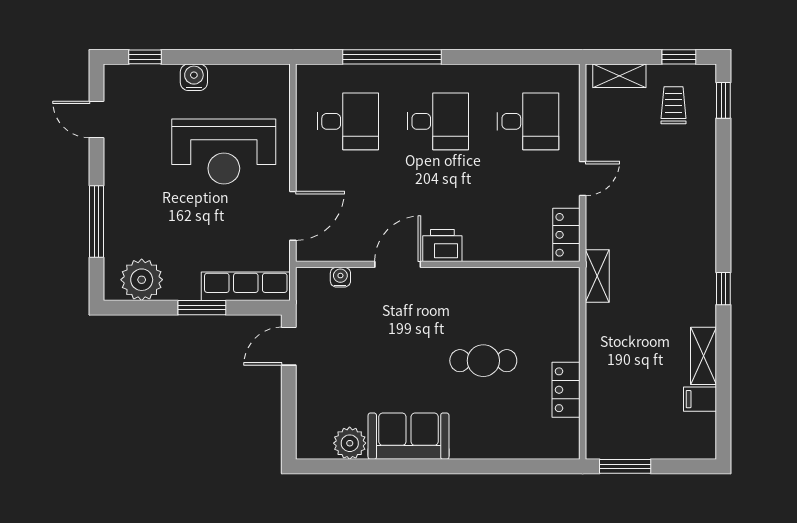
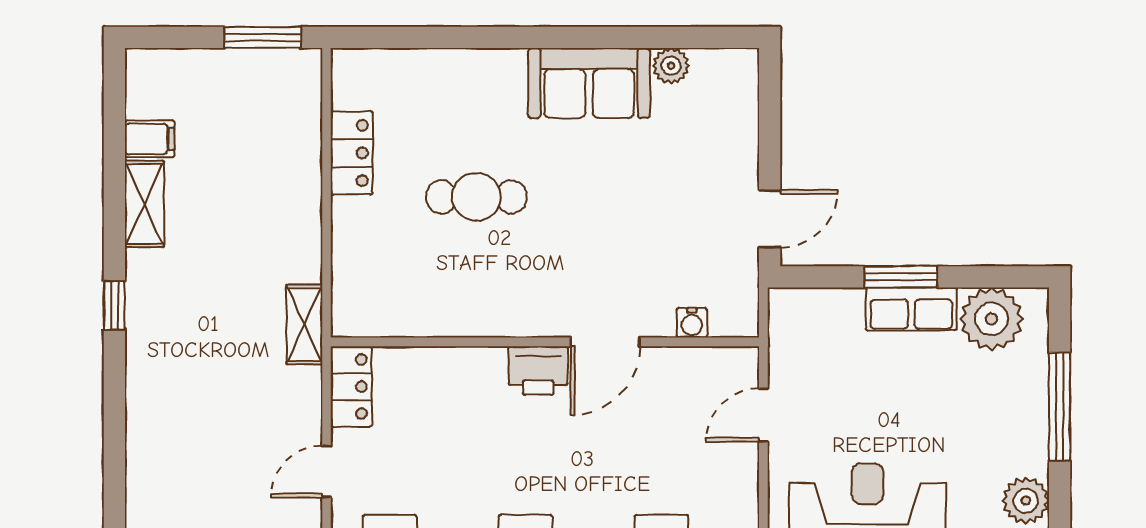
plant: (119, 159) -> (1026, 501), added
door: (293, 216) -> (763, 415), width x0.73
row of seats: (246, 286) -> (911, 309), moved, width x0.68
plant: (350, 443) -> (671, 66), width x0.73, depth x0.73

